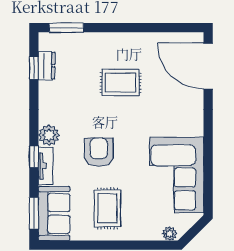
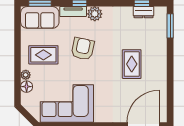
armchair: (99, 152) -> (83, 49), turned -78
floor lamp: (153, 232) -> (27, 87), added
plant: (170, 234) -> (26, 75), moved

